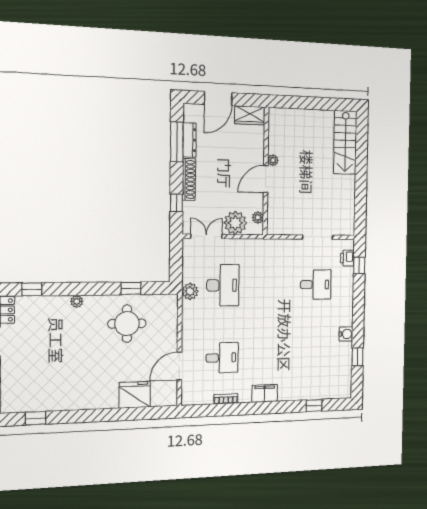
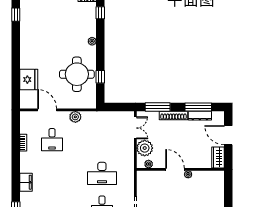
window: (176, 203) -> (158, 107), width x2.17
desk: (223, 285) -> (102, 173), moved
plant: (190, 291) -> (75, 117), moved
round table: (127, 324) -> (77, 74), width x1.36, depth x1.36
filing cabinet: (265, 393) -> (26, 182), moved

